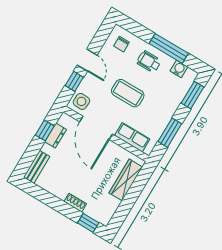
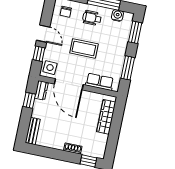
dresser: (56, 136) -> (41, 90), moved

